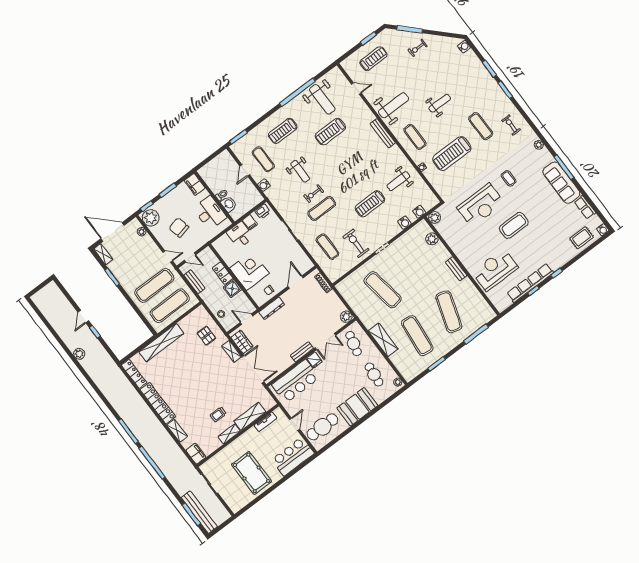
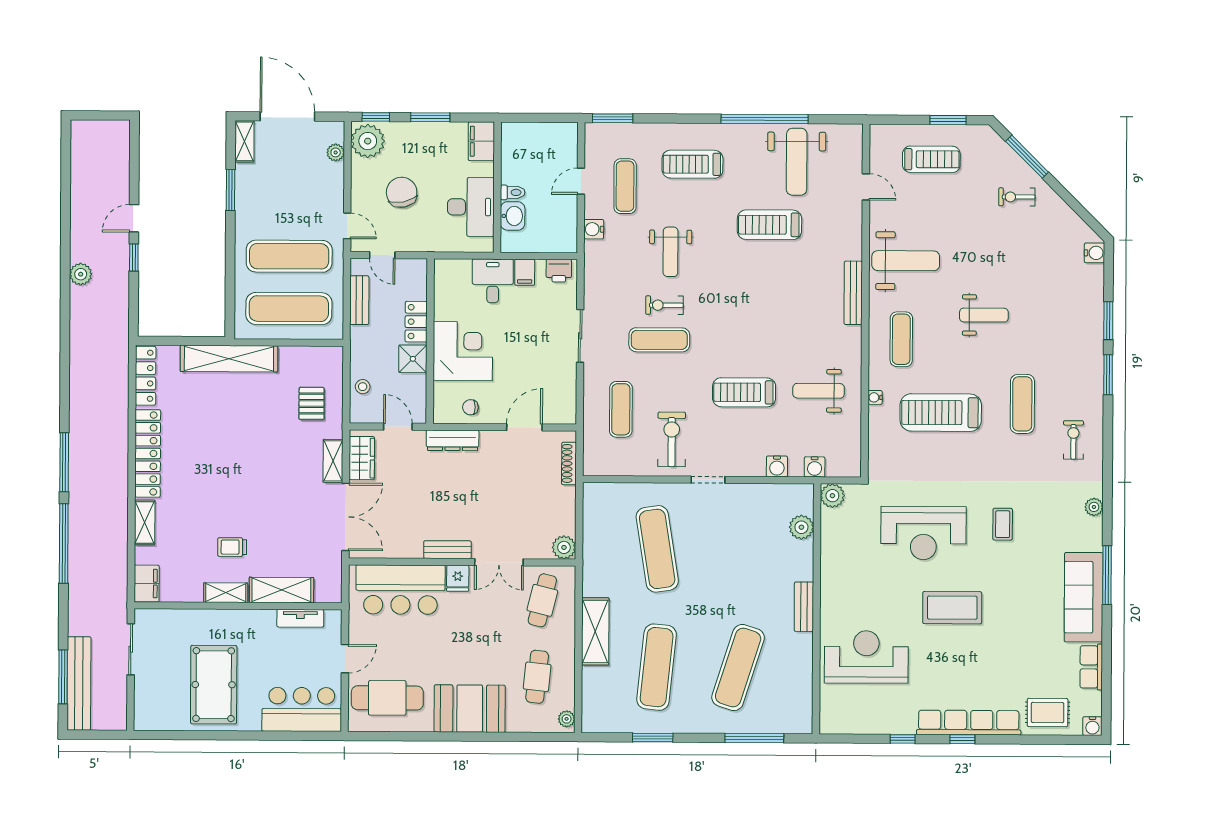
row of seats: (530, 283) -> (969, 723), moved

